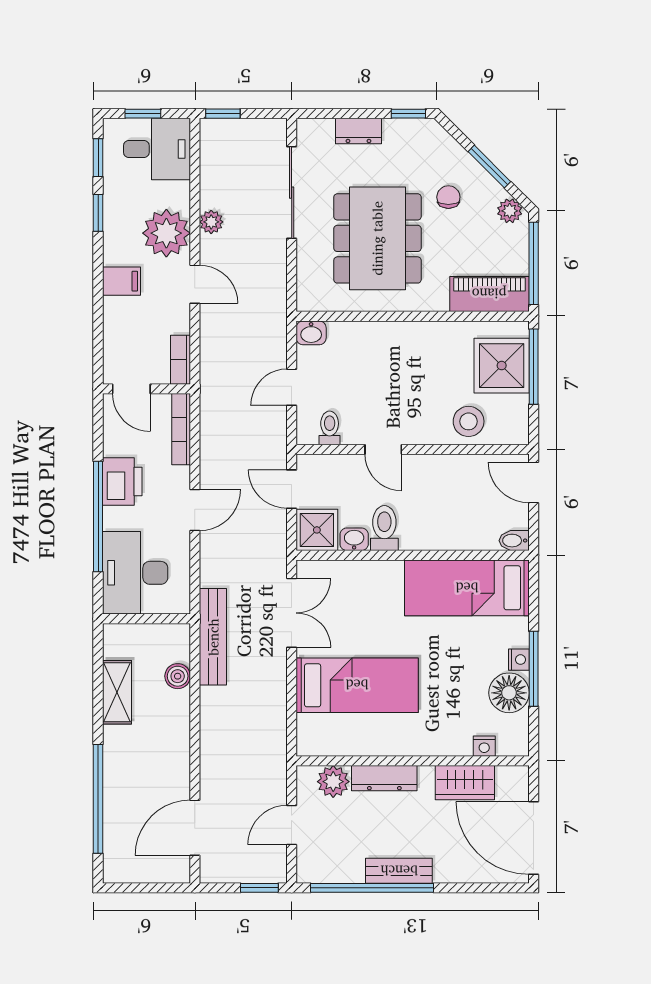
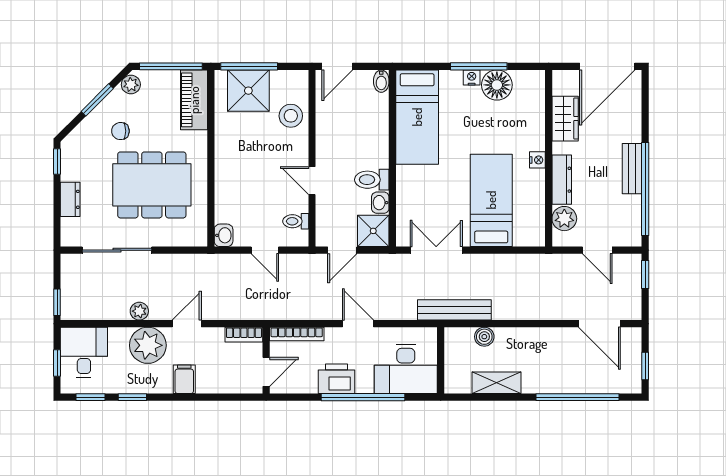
door: (383, 449) -> (312, 181), swing flipped
nightstand: (484, 746) -> (537, 160), moved
window: (139, 888) -> (645, 366), added

